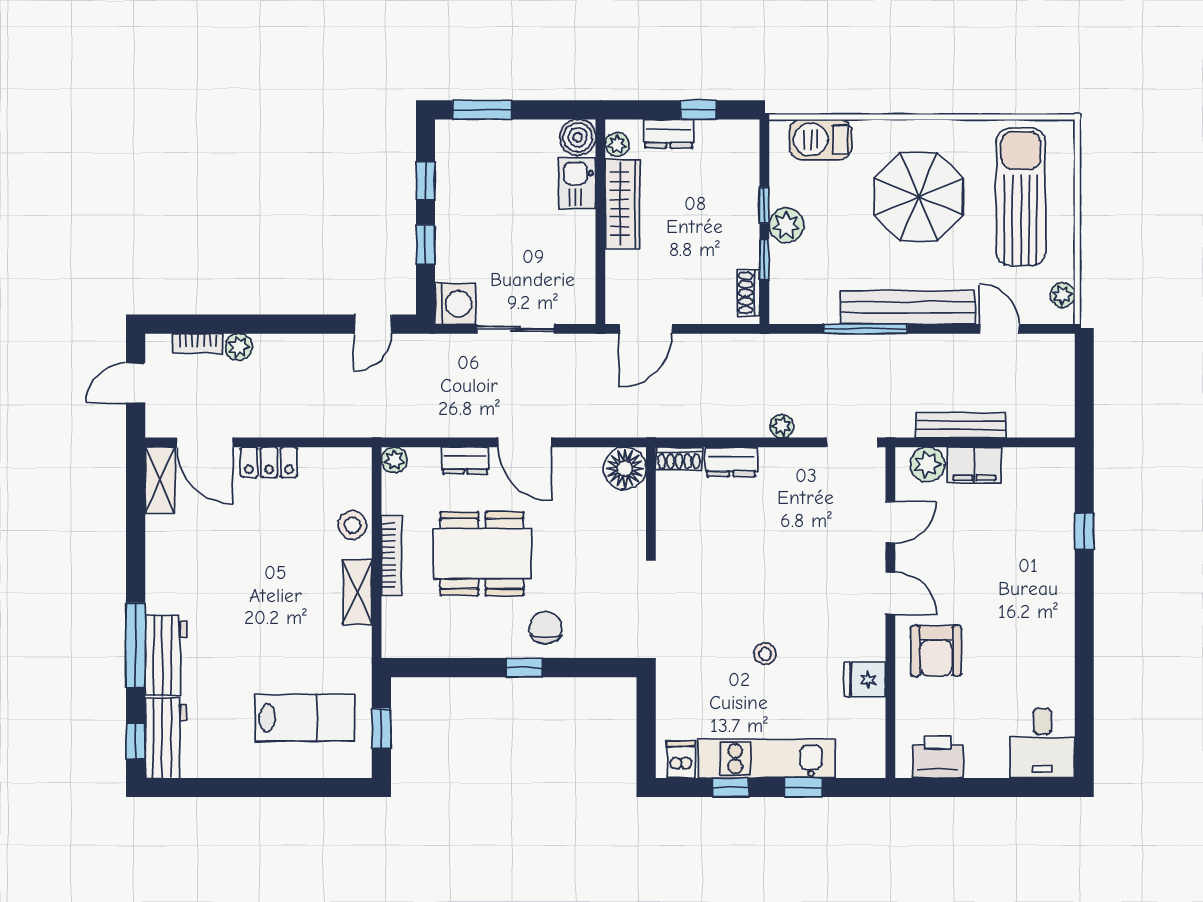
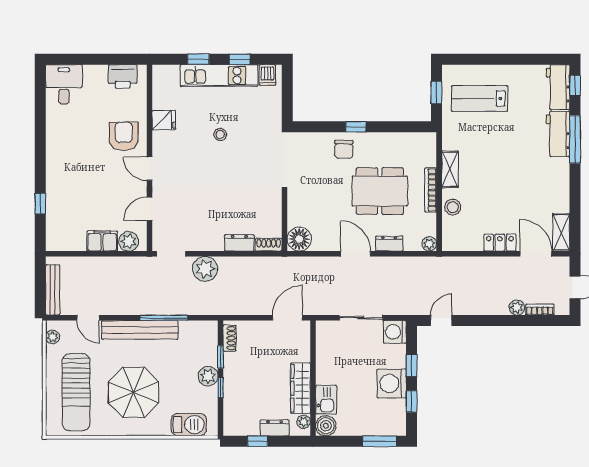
washing machine: (461, 212) -> (392, 384), added
bench: (961, 425) -> (53, 290), moved, turned 90
plant: (782, 426) -> (205, 269), width x1.88, depth x1.88

